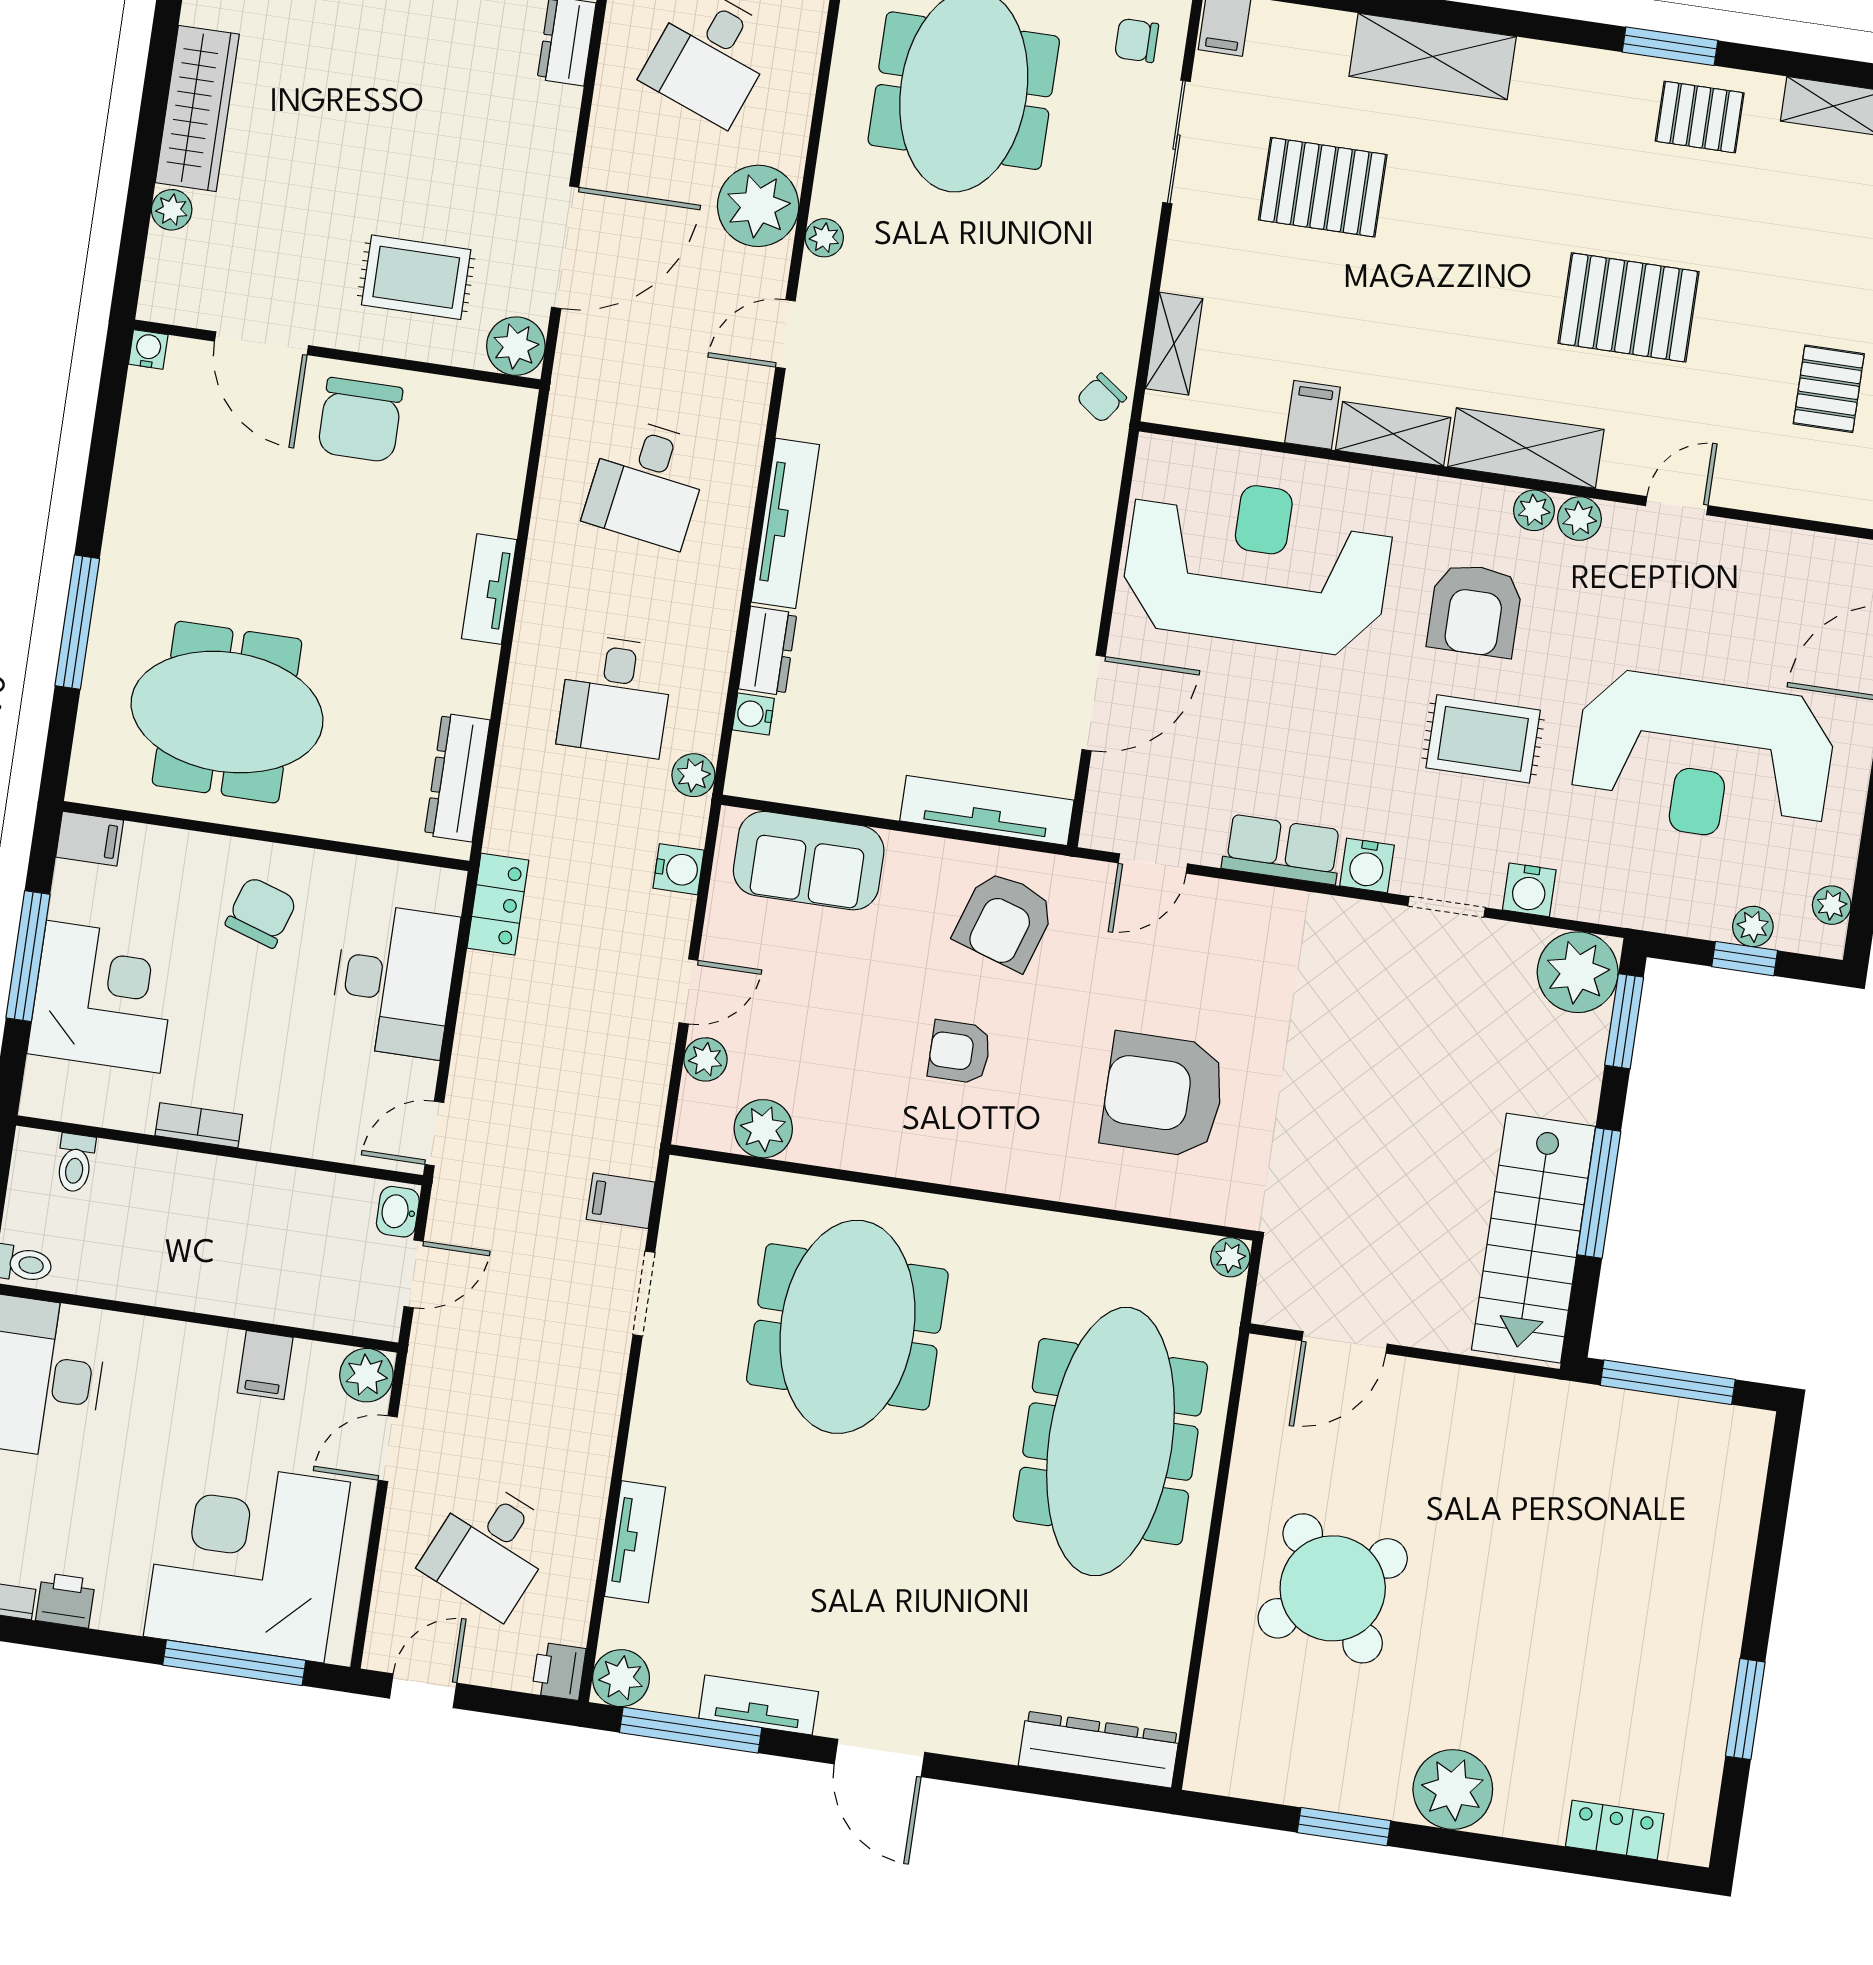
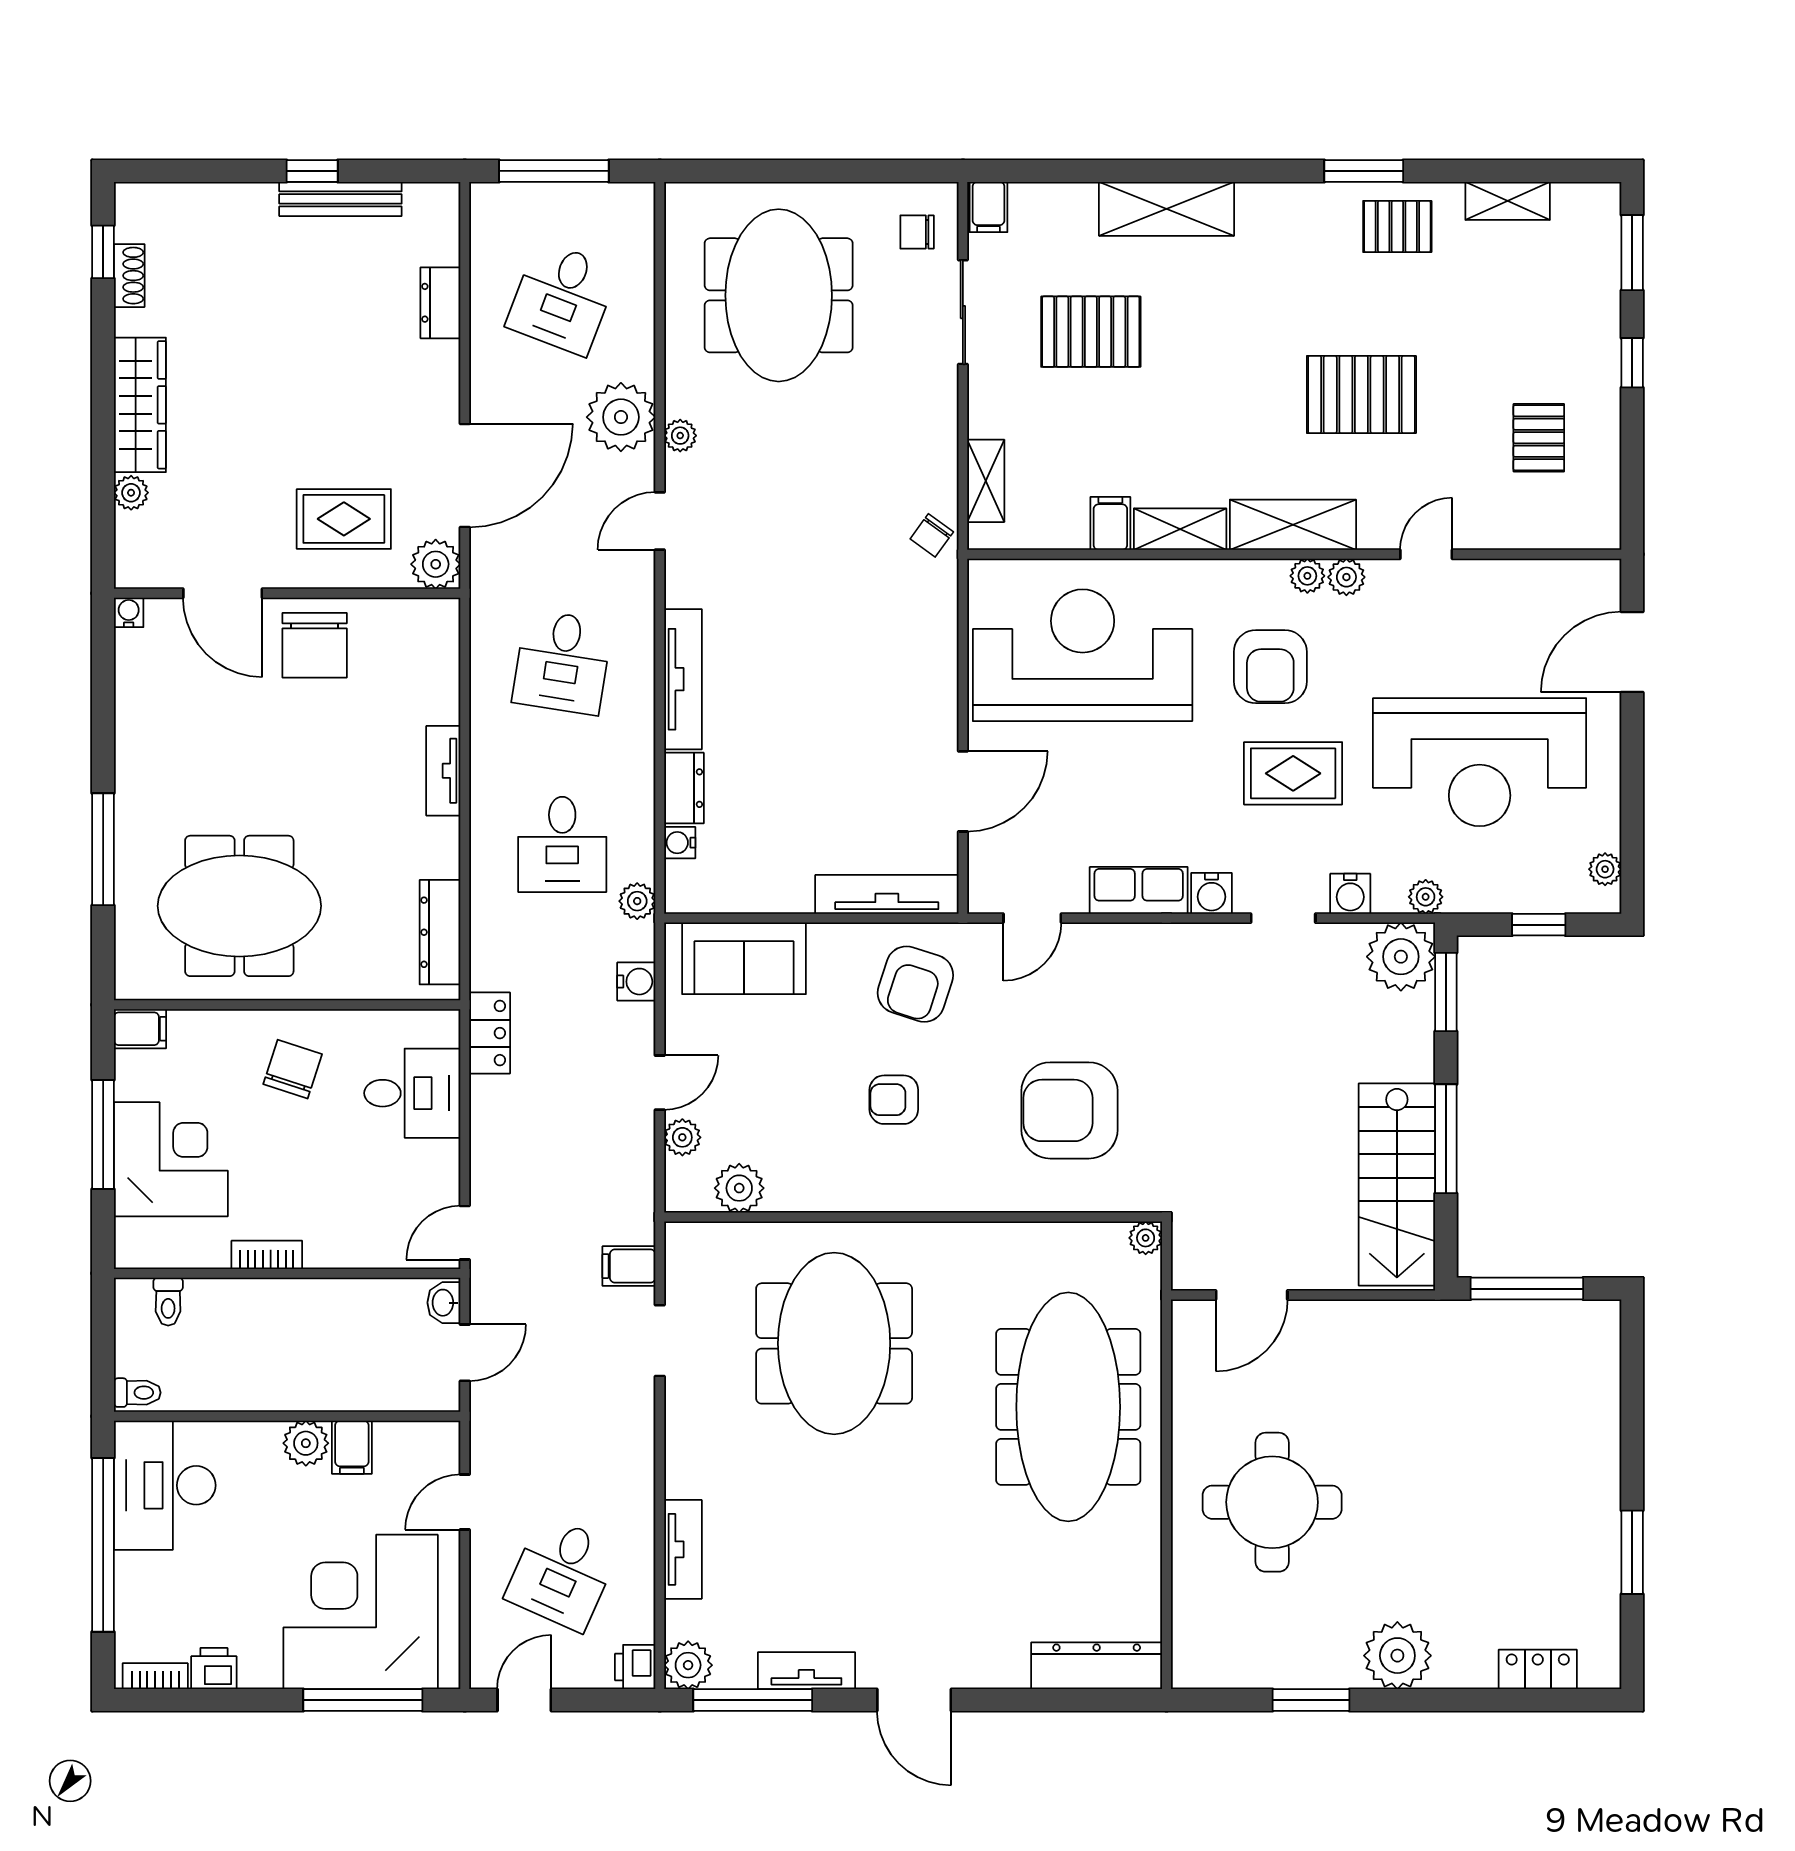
plant: (1753, 926) -> (1426, 897), moved
desk: (394, 981) -> (412, 1093), width x0.73
plant: (366, 1375) -> (306, 1443), moved
round table: (1333, 1588) -> (1272, 1502), turned 37

